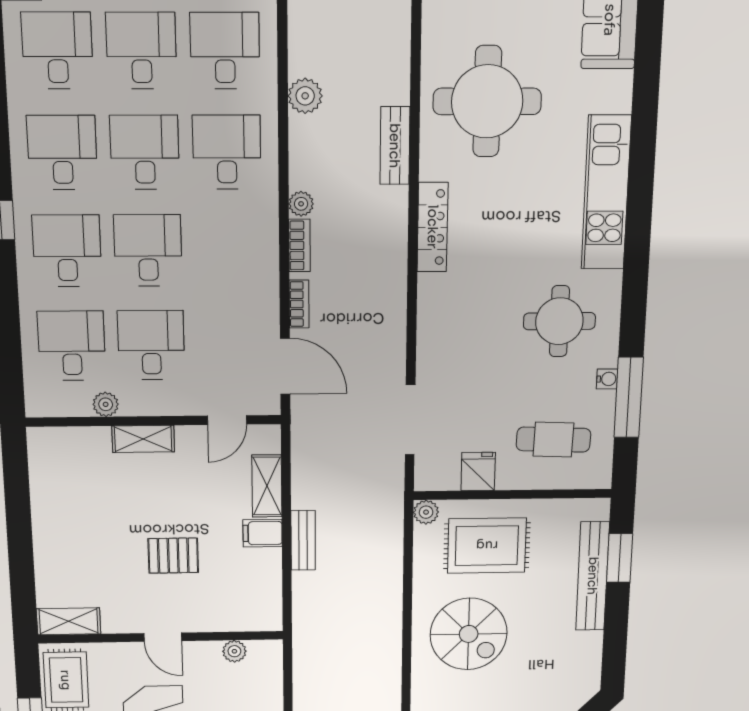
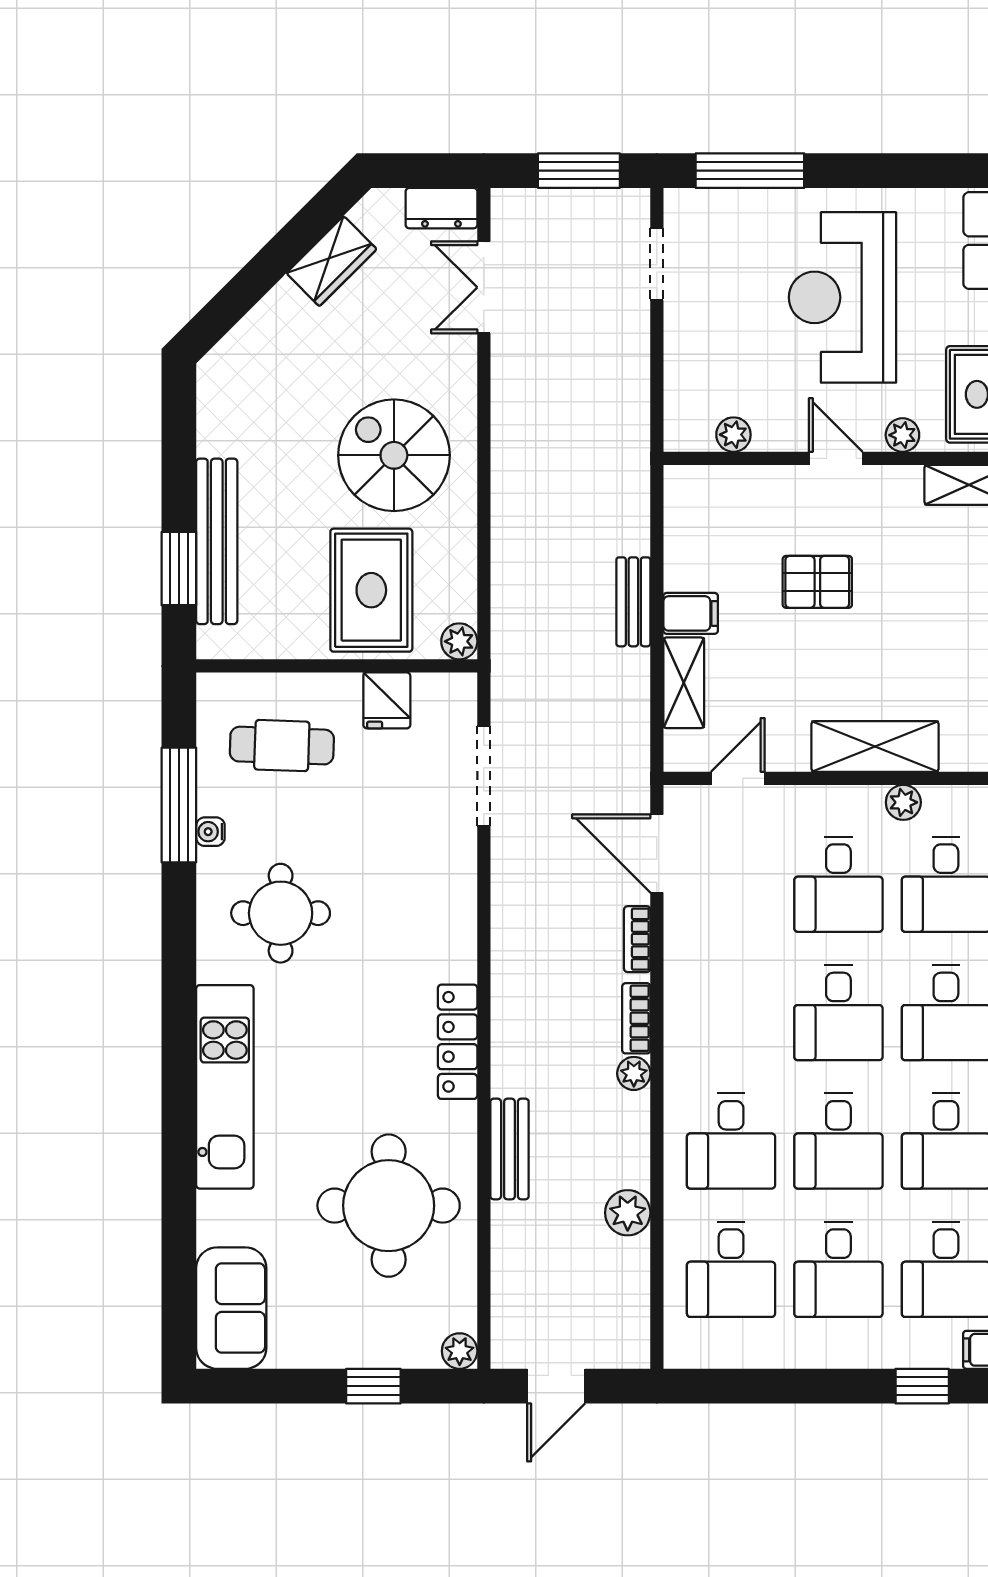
shelving: (143, 439) -> (875, 746), width x1.50, depth x1.33
rug: (487, 546) -> (371, 590), turned 90
plant: (117, 653) -> (902, 435), added

